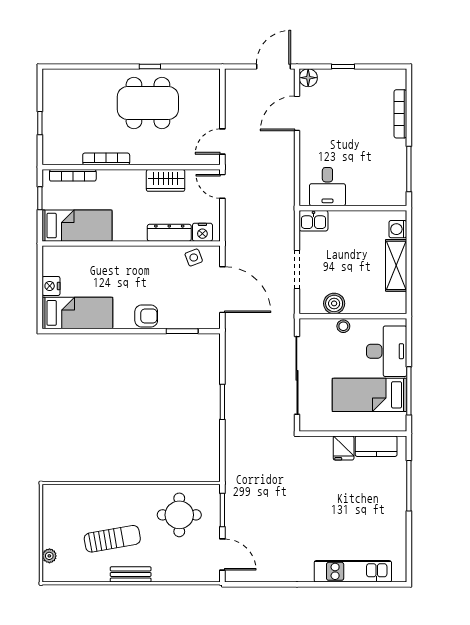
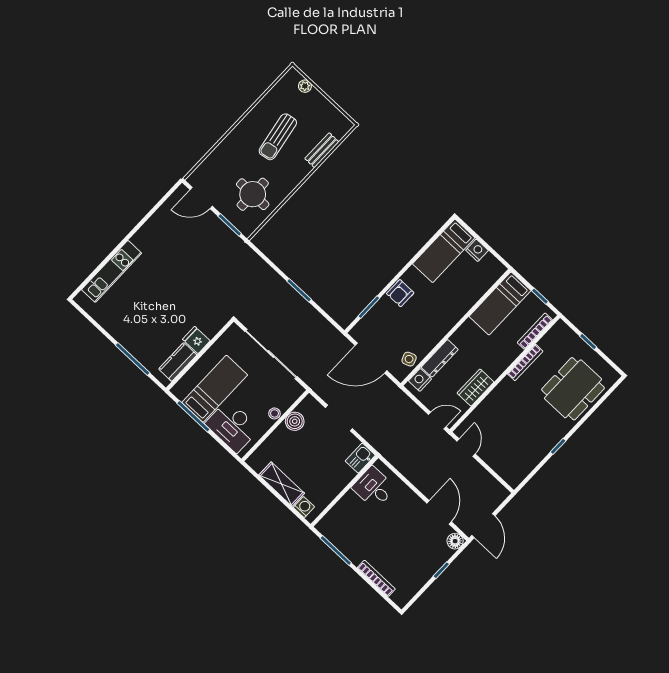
dining table: (148, 103) -> (573, 389), moved
bench: (131, 574) -> (322, 150), moved

